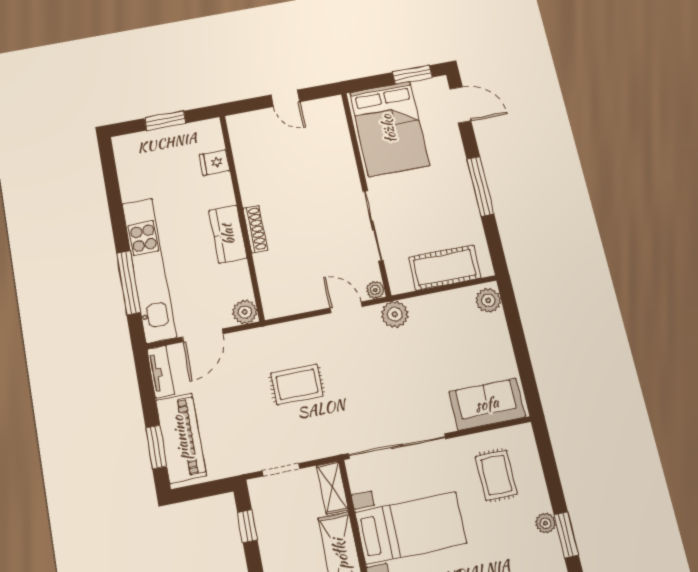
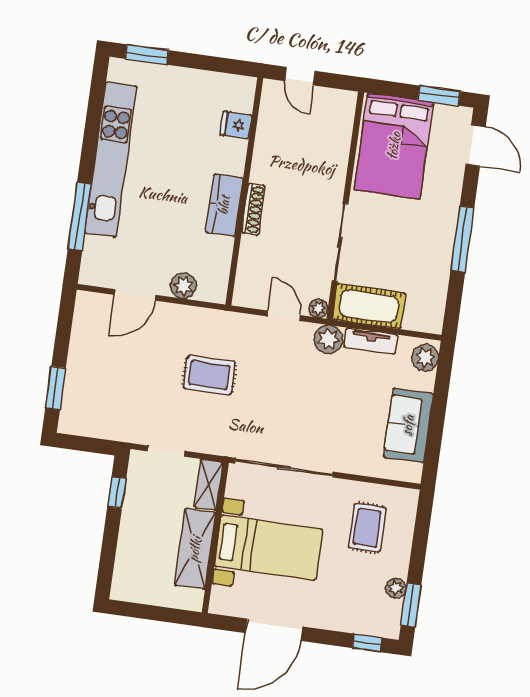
window: (165, 121) -> (147, 54), moved
fridge: (215, 163) -> (236, 125), moved
wall: (242, 217) -> (244, 191), moved
shoe rack: (255, 229) -> (253, 209), moved
kitchen counter: (228, 234) -> (224, 205), moved
cot: (445, 268) -> (369, 306), moved
kitchen unit: (149, 270) -> (111, 159), moved
tv unit: (161, 372) -> (371, 341), moved, turned 90
sofa: (487, 404) -> (408, 425), moved, turned -90
piano: (181, 438) -> (82, 388), removed

